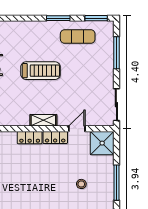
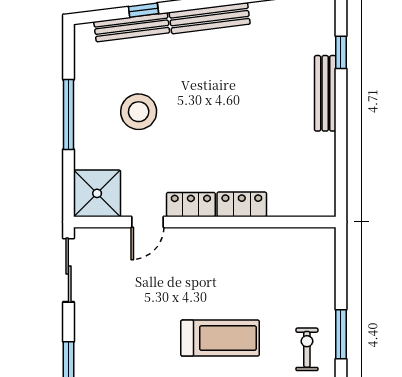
treadmill: (41, 71) -> (220, 338), turned 180
shelving: (43, 120) -> (214, 239), removed
stool: (81, 184) -> (139, 112), width x1.89, depth x1.89

